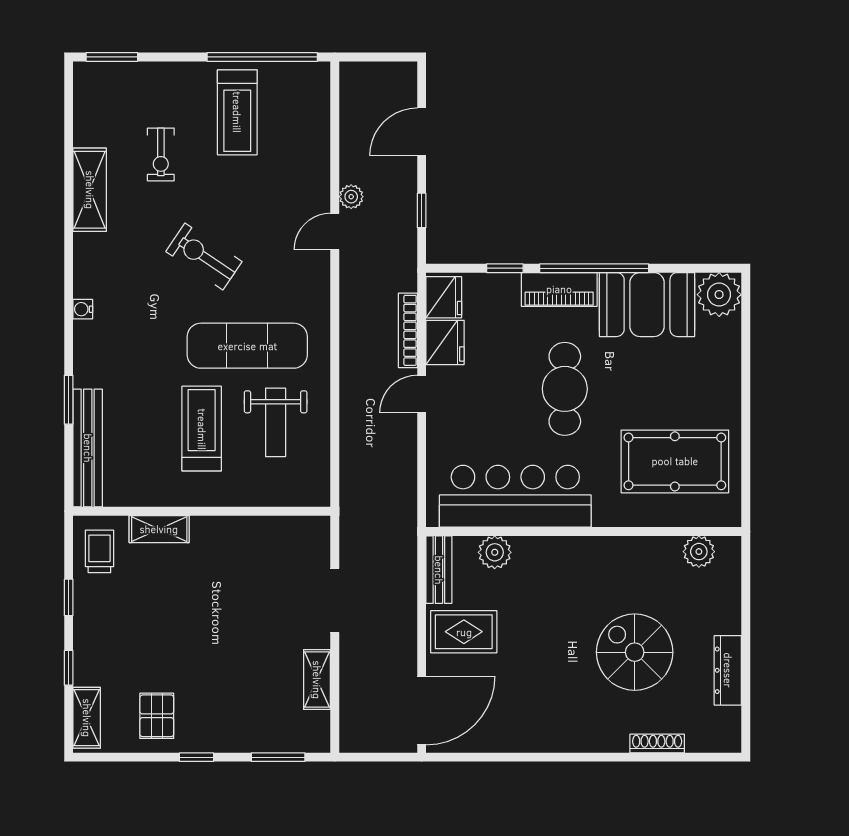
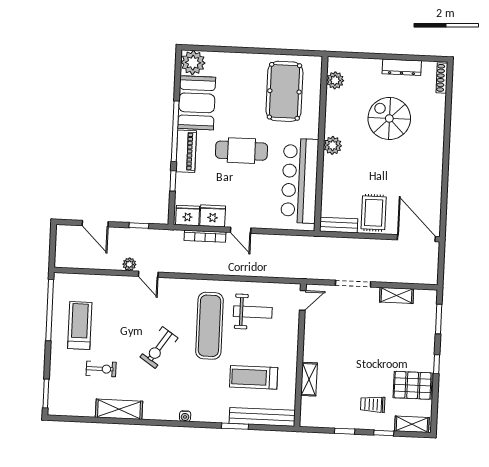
treadmill: (237, 112) -> (80, 325), turned -90
treadmill: (202, 429) -> (254, 377), moved
door: (300, 511) -> (303, 300), added
trolley: (99, 551) -> (373, 404), moved
plant: (495, 552) -> (333, 145), moved
spiral stairs: (635, 652) -> (389, 118), turned 90
pallet: (157, 716) -> (413, 385), width x1.50, depth x1.42
shoe rack: (657, 744) -> (442, 78), moved

